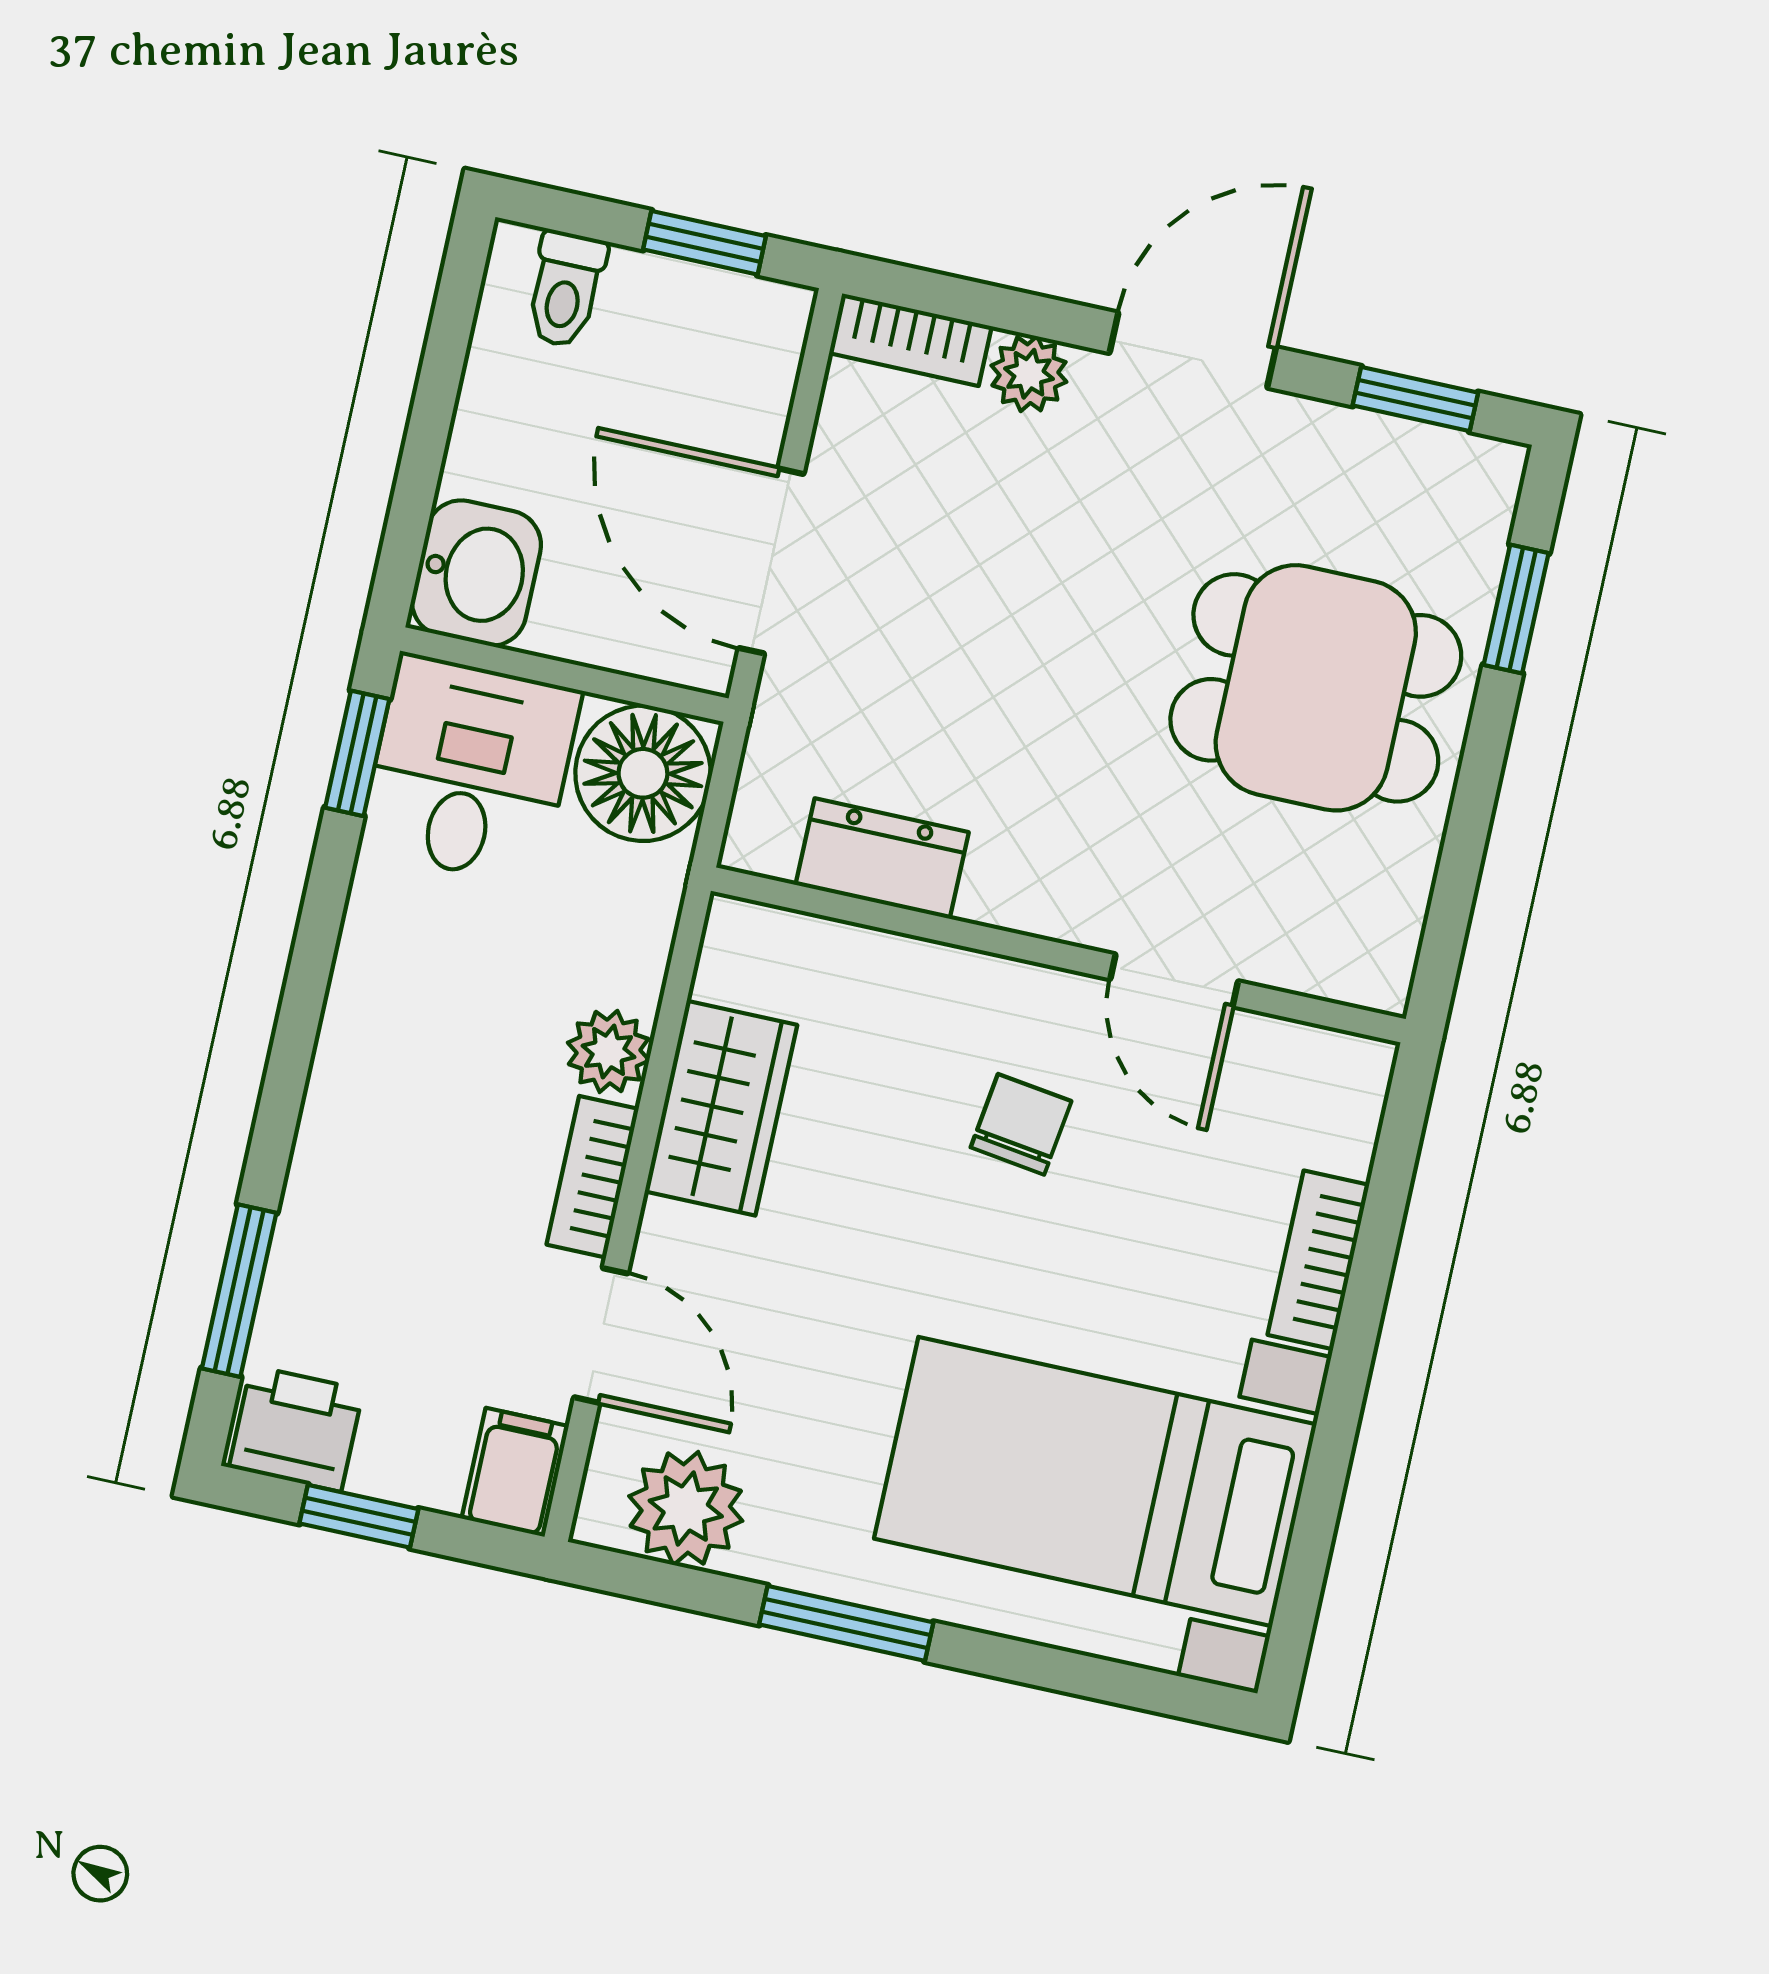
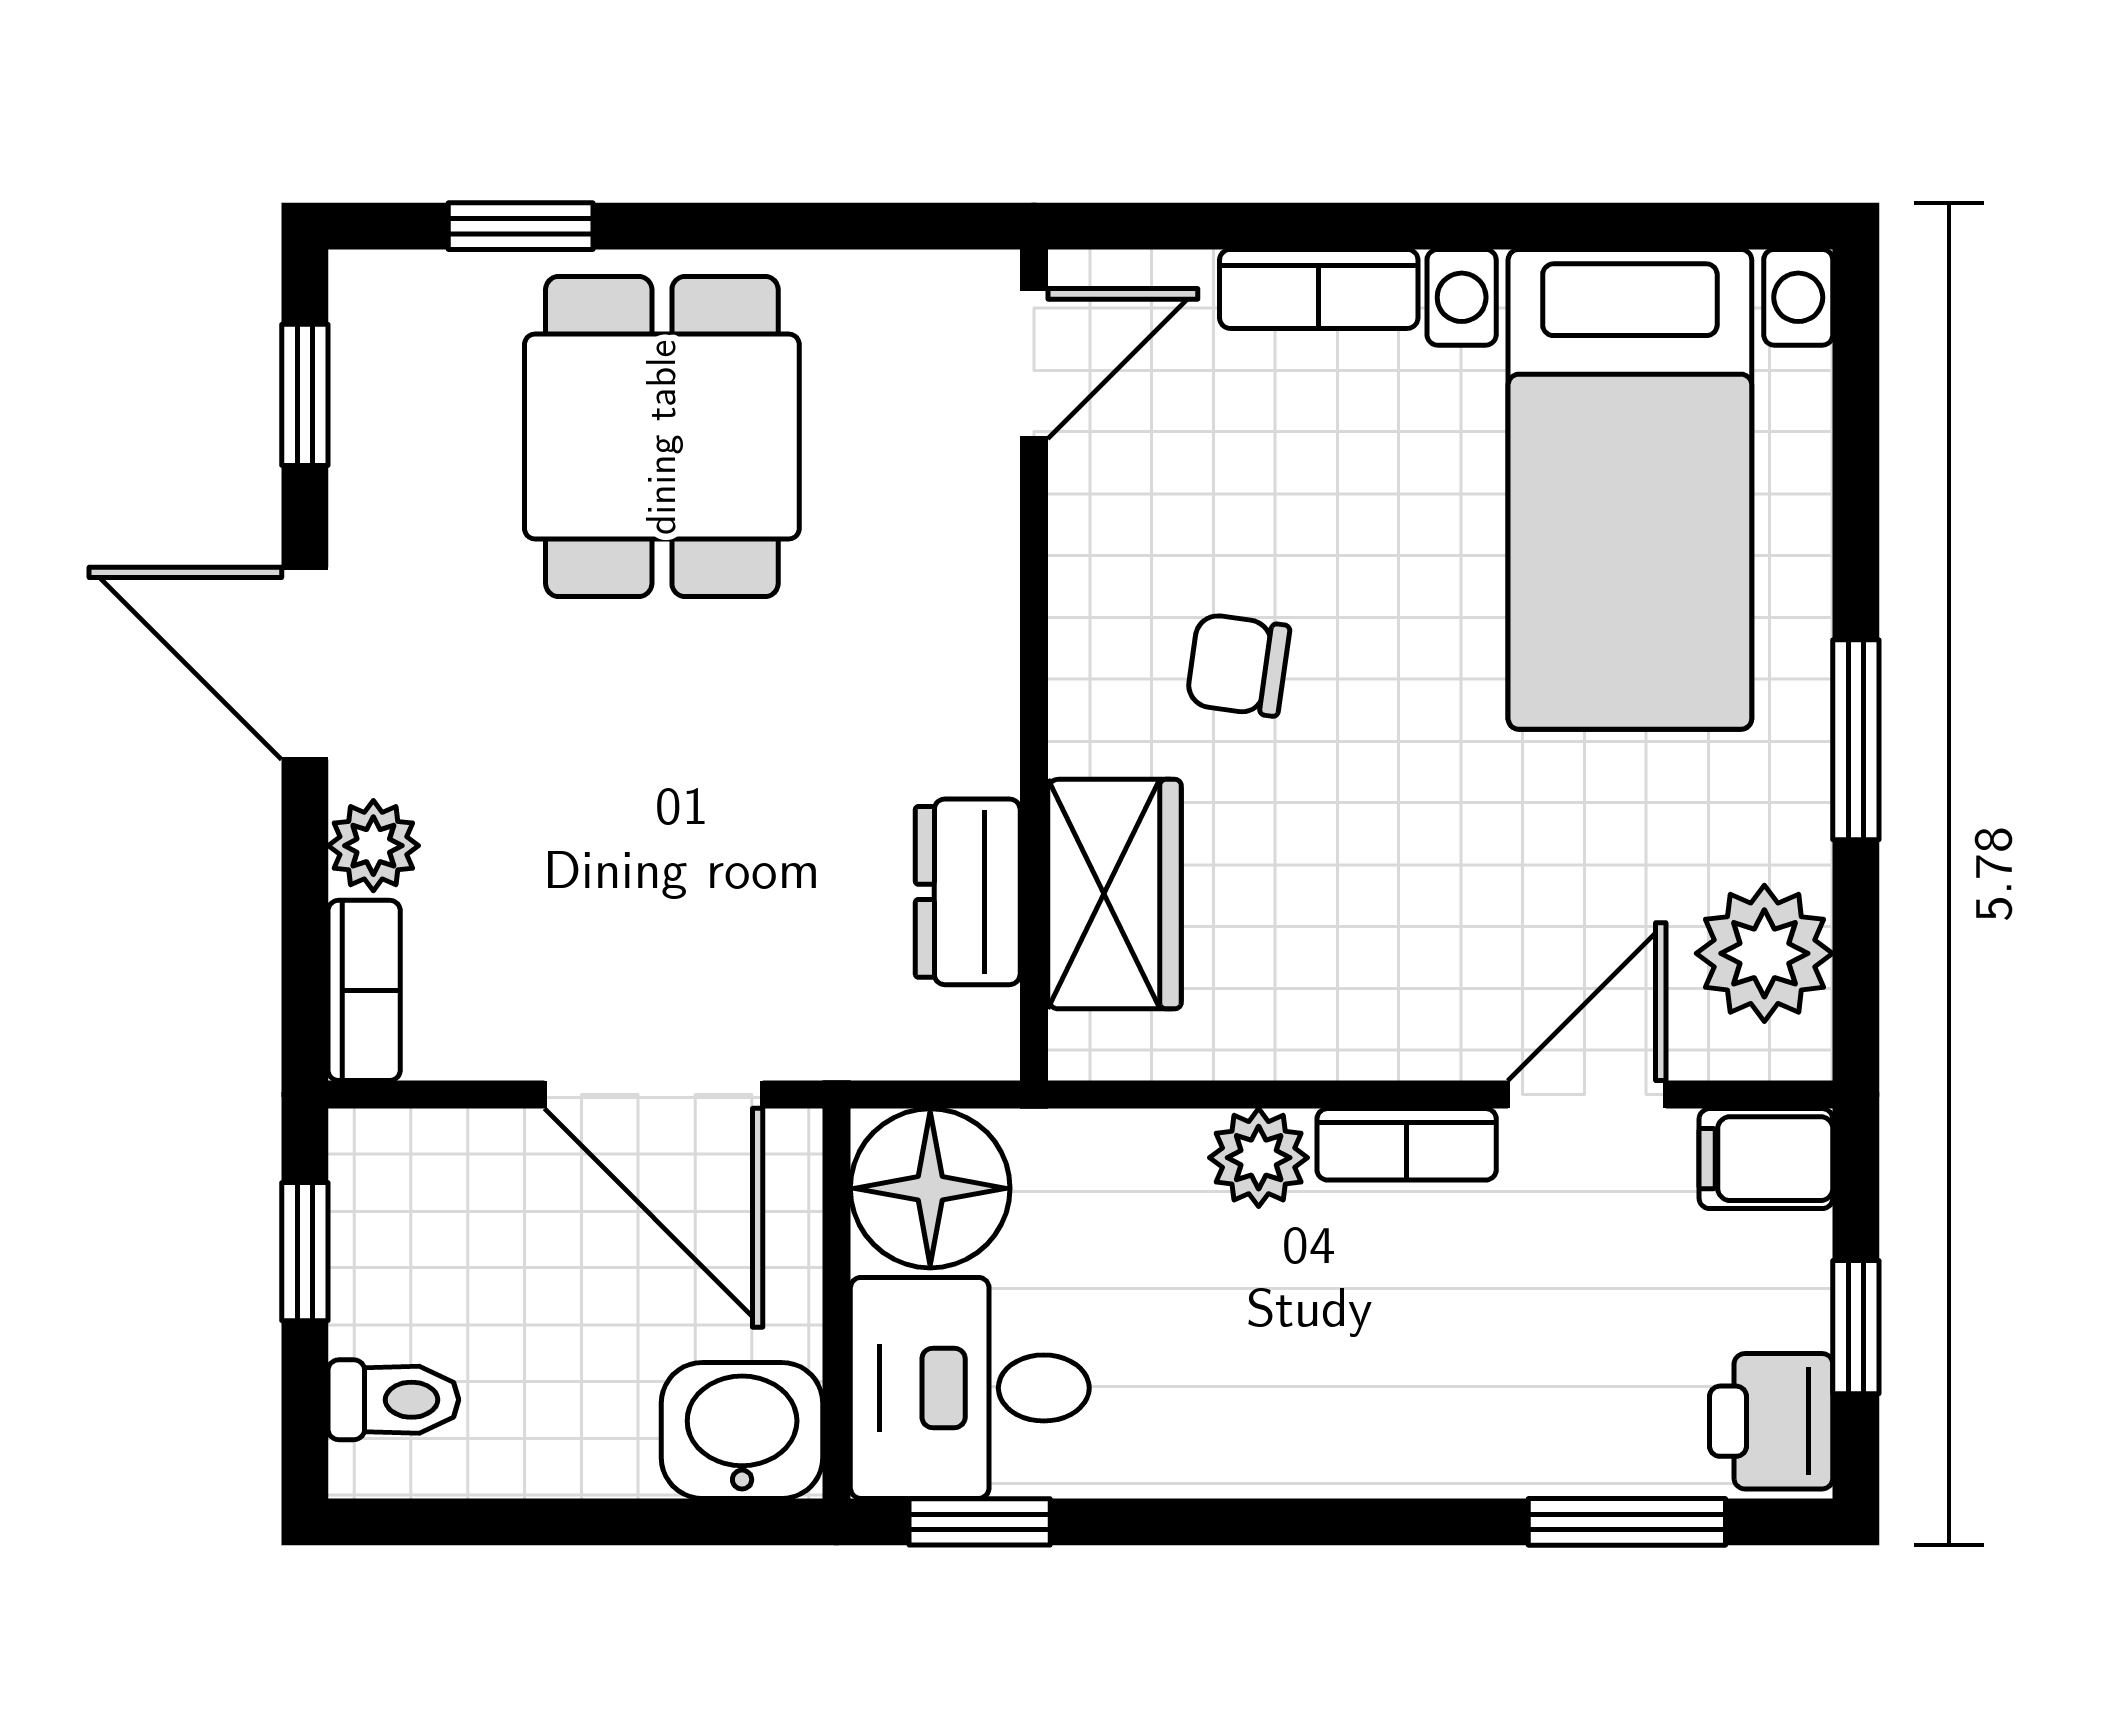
door: (771, 561) -> (654, 1095), hinge flipped
door: (1174, 980) -> (1034, 364), moved
wardrobe: (721, 1108) -> (1115, 894), moved, turned 90

